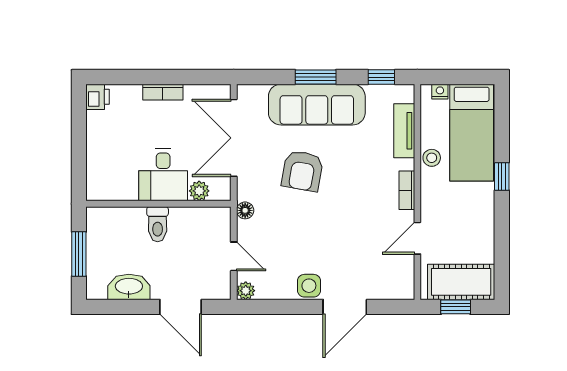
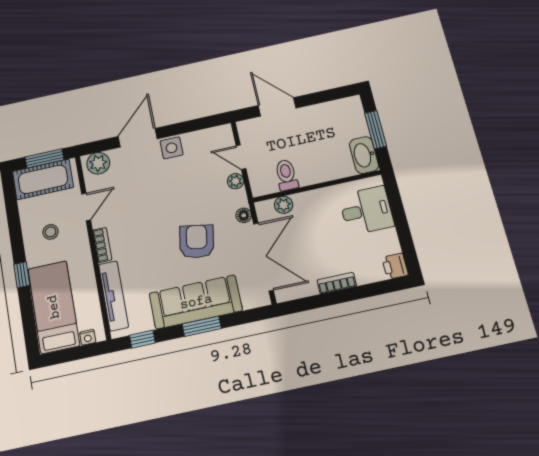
tv unit: (404, 131) -> (113, 296), width x1.41
stool: (432, 158) -> (50, 232), moved
desk: (163, 175) -> (366, 210), moved, turned 90
floor lamp: (245, 210) -> (244, 215), moved
toilet: (158, 224) -> (286, 175), moved
washbasin: (129, 287) -> (364, 155), moved, turned 90
plant: (395, 287) -> (98, 163), added
plant: (246, 291) -> (236, 181), moved
window: (456, 307) -> (44, 158), width x1.50

